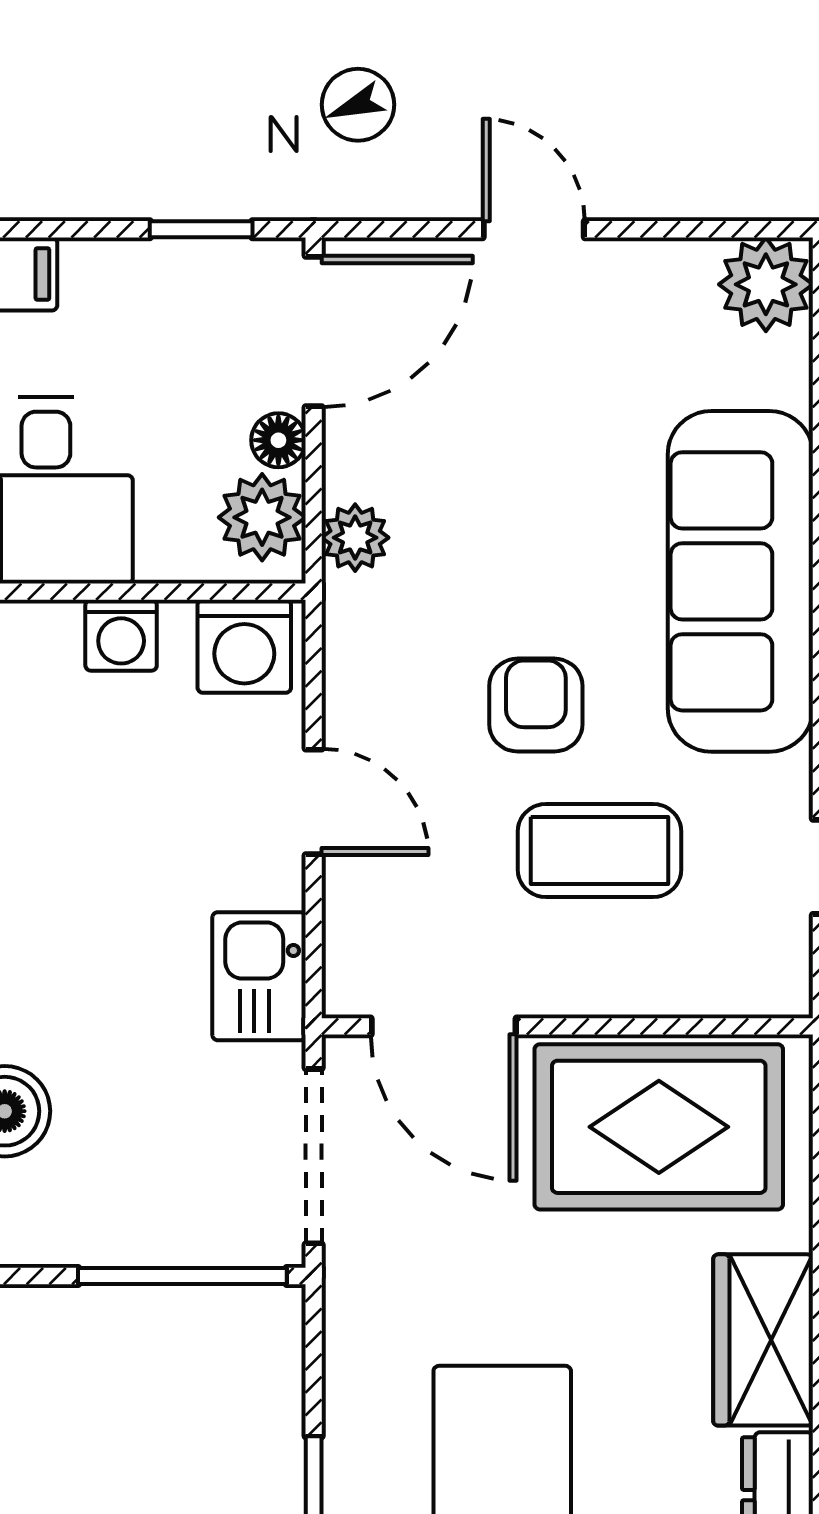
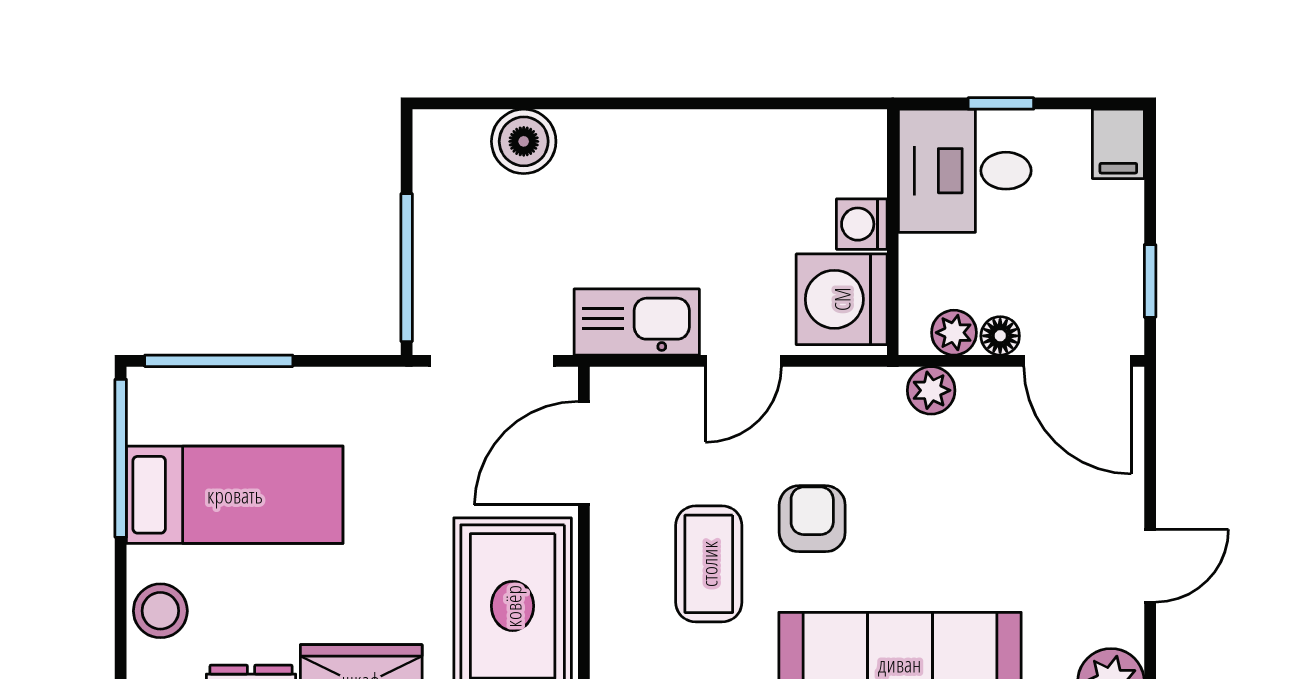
door: (534, 229) -> (1150, 566), moved
plant: (262, 517) -> (954, 333), width x0.73, depth x0.73
washing machine: (244, 646) -> (842, 299), width x1.37, depth x1.37
armchair: (536, 705) -> (812, 519), turned -90
kitchen sink: (259, 976) -> (637, 322), width x1.38

